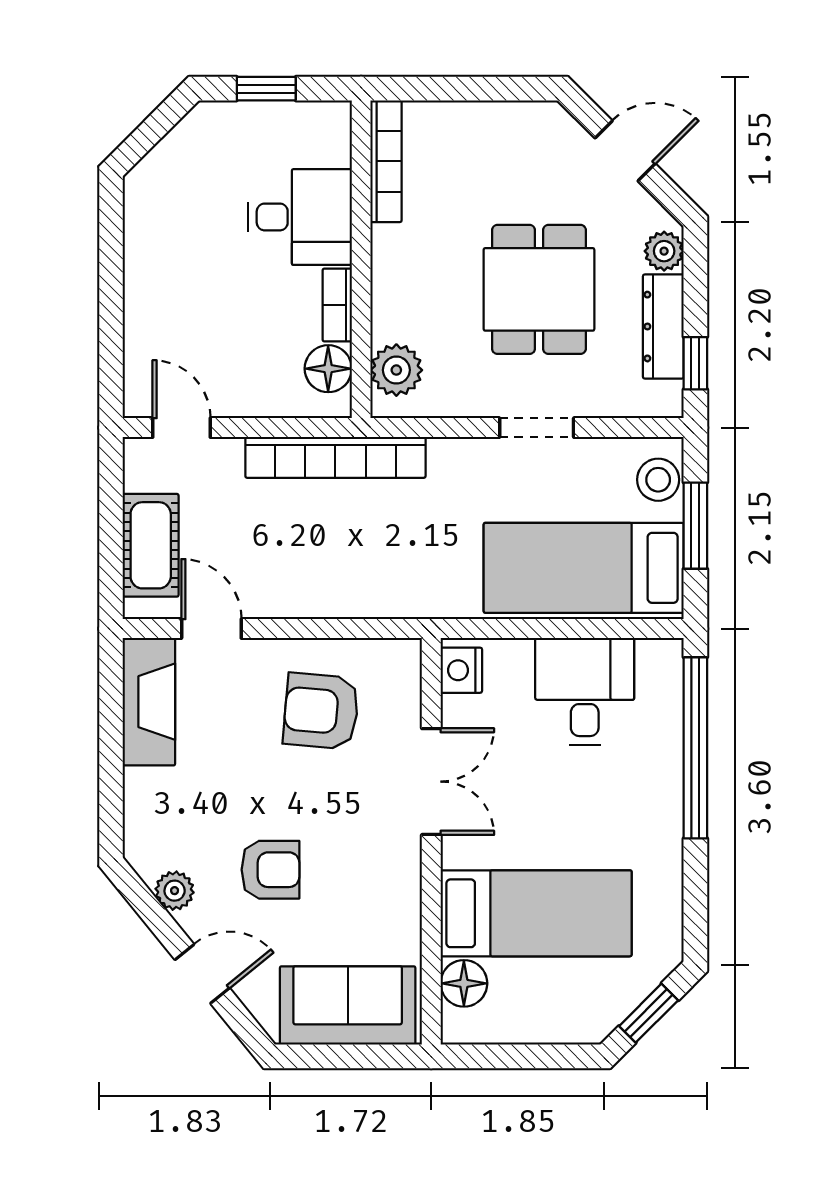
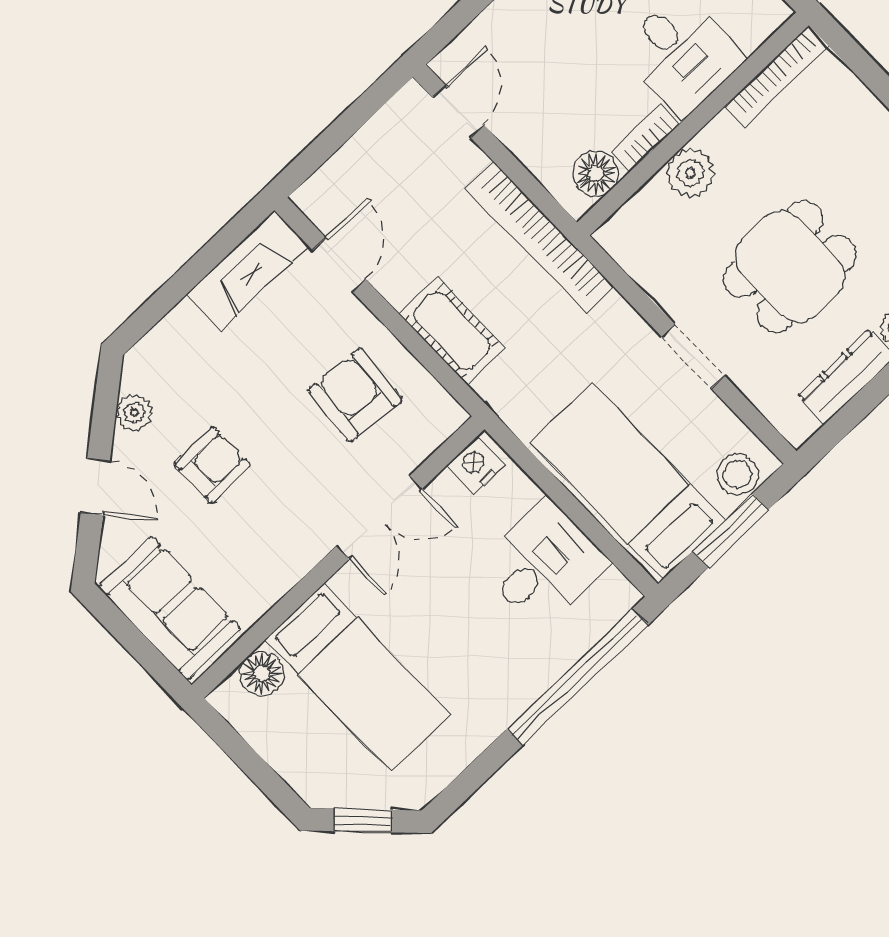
window: (695, 363) -> (842, 423), removed
plant: (396, 370) -> (691, 173), moved
cot: (151, 545) -> (452, 331), moved, turned 90
armchair: (270, 870) -> (212, 465), turned -90

